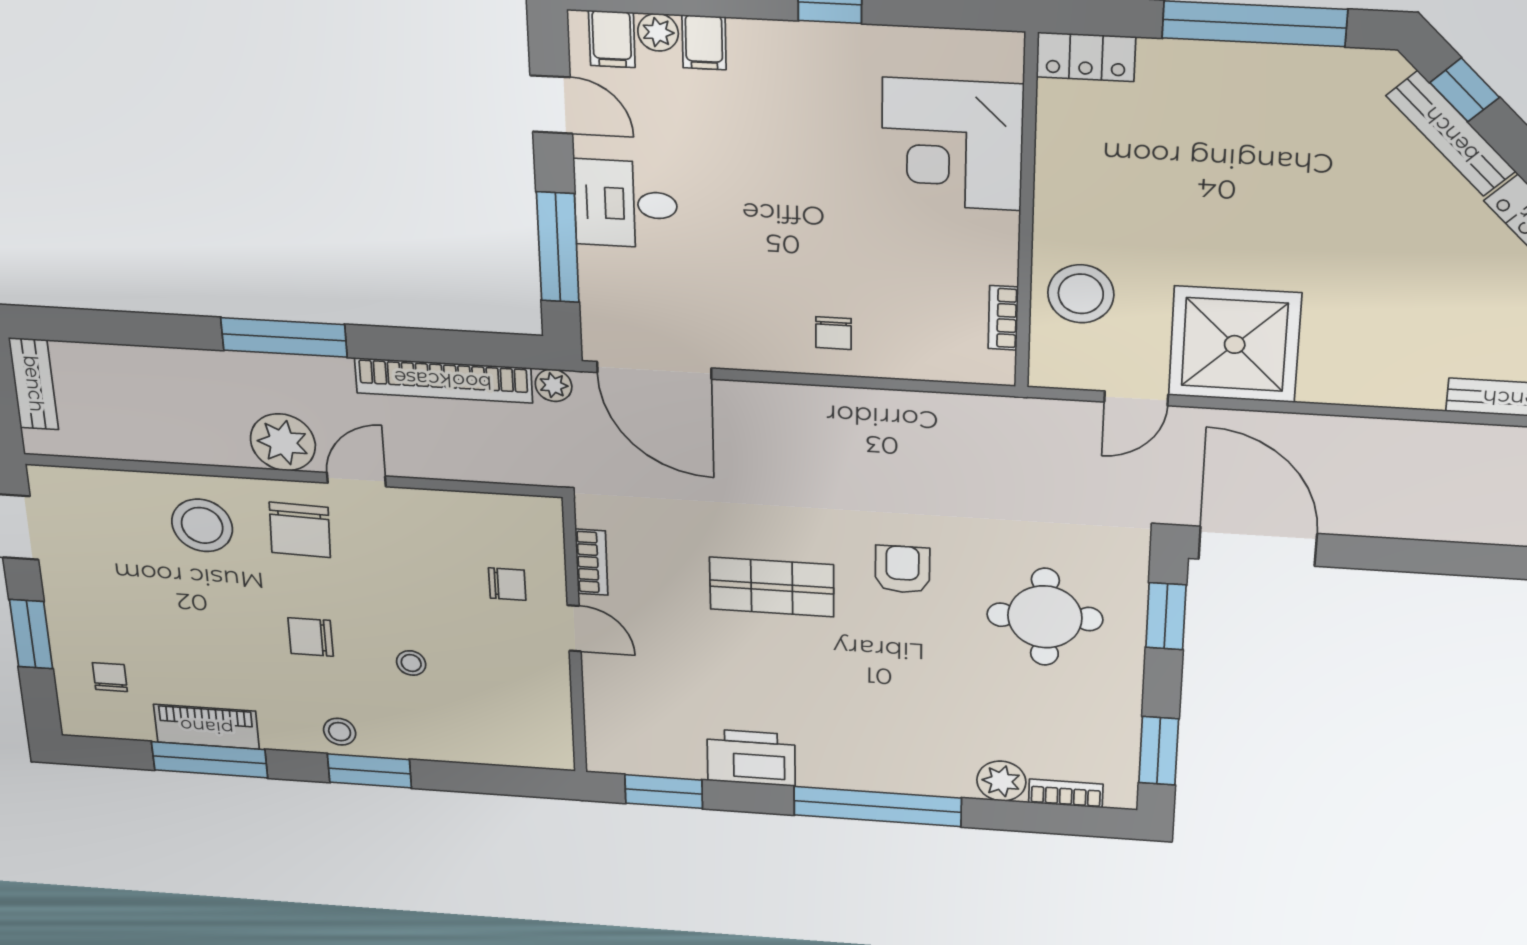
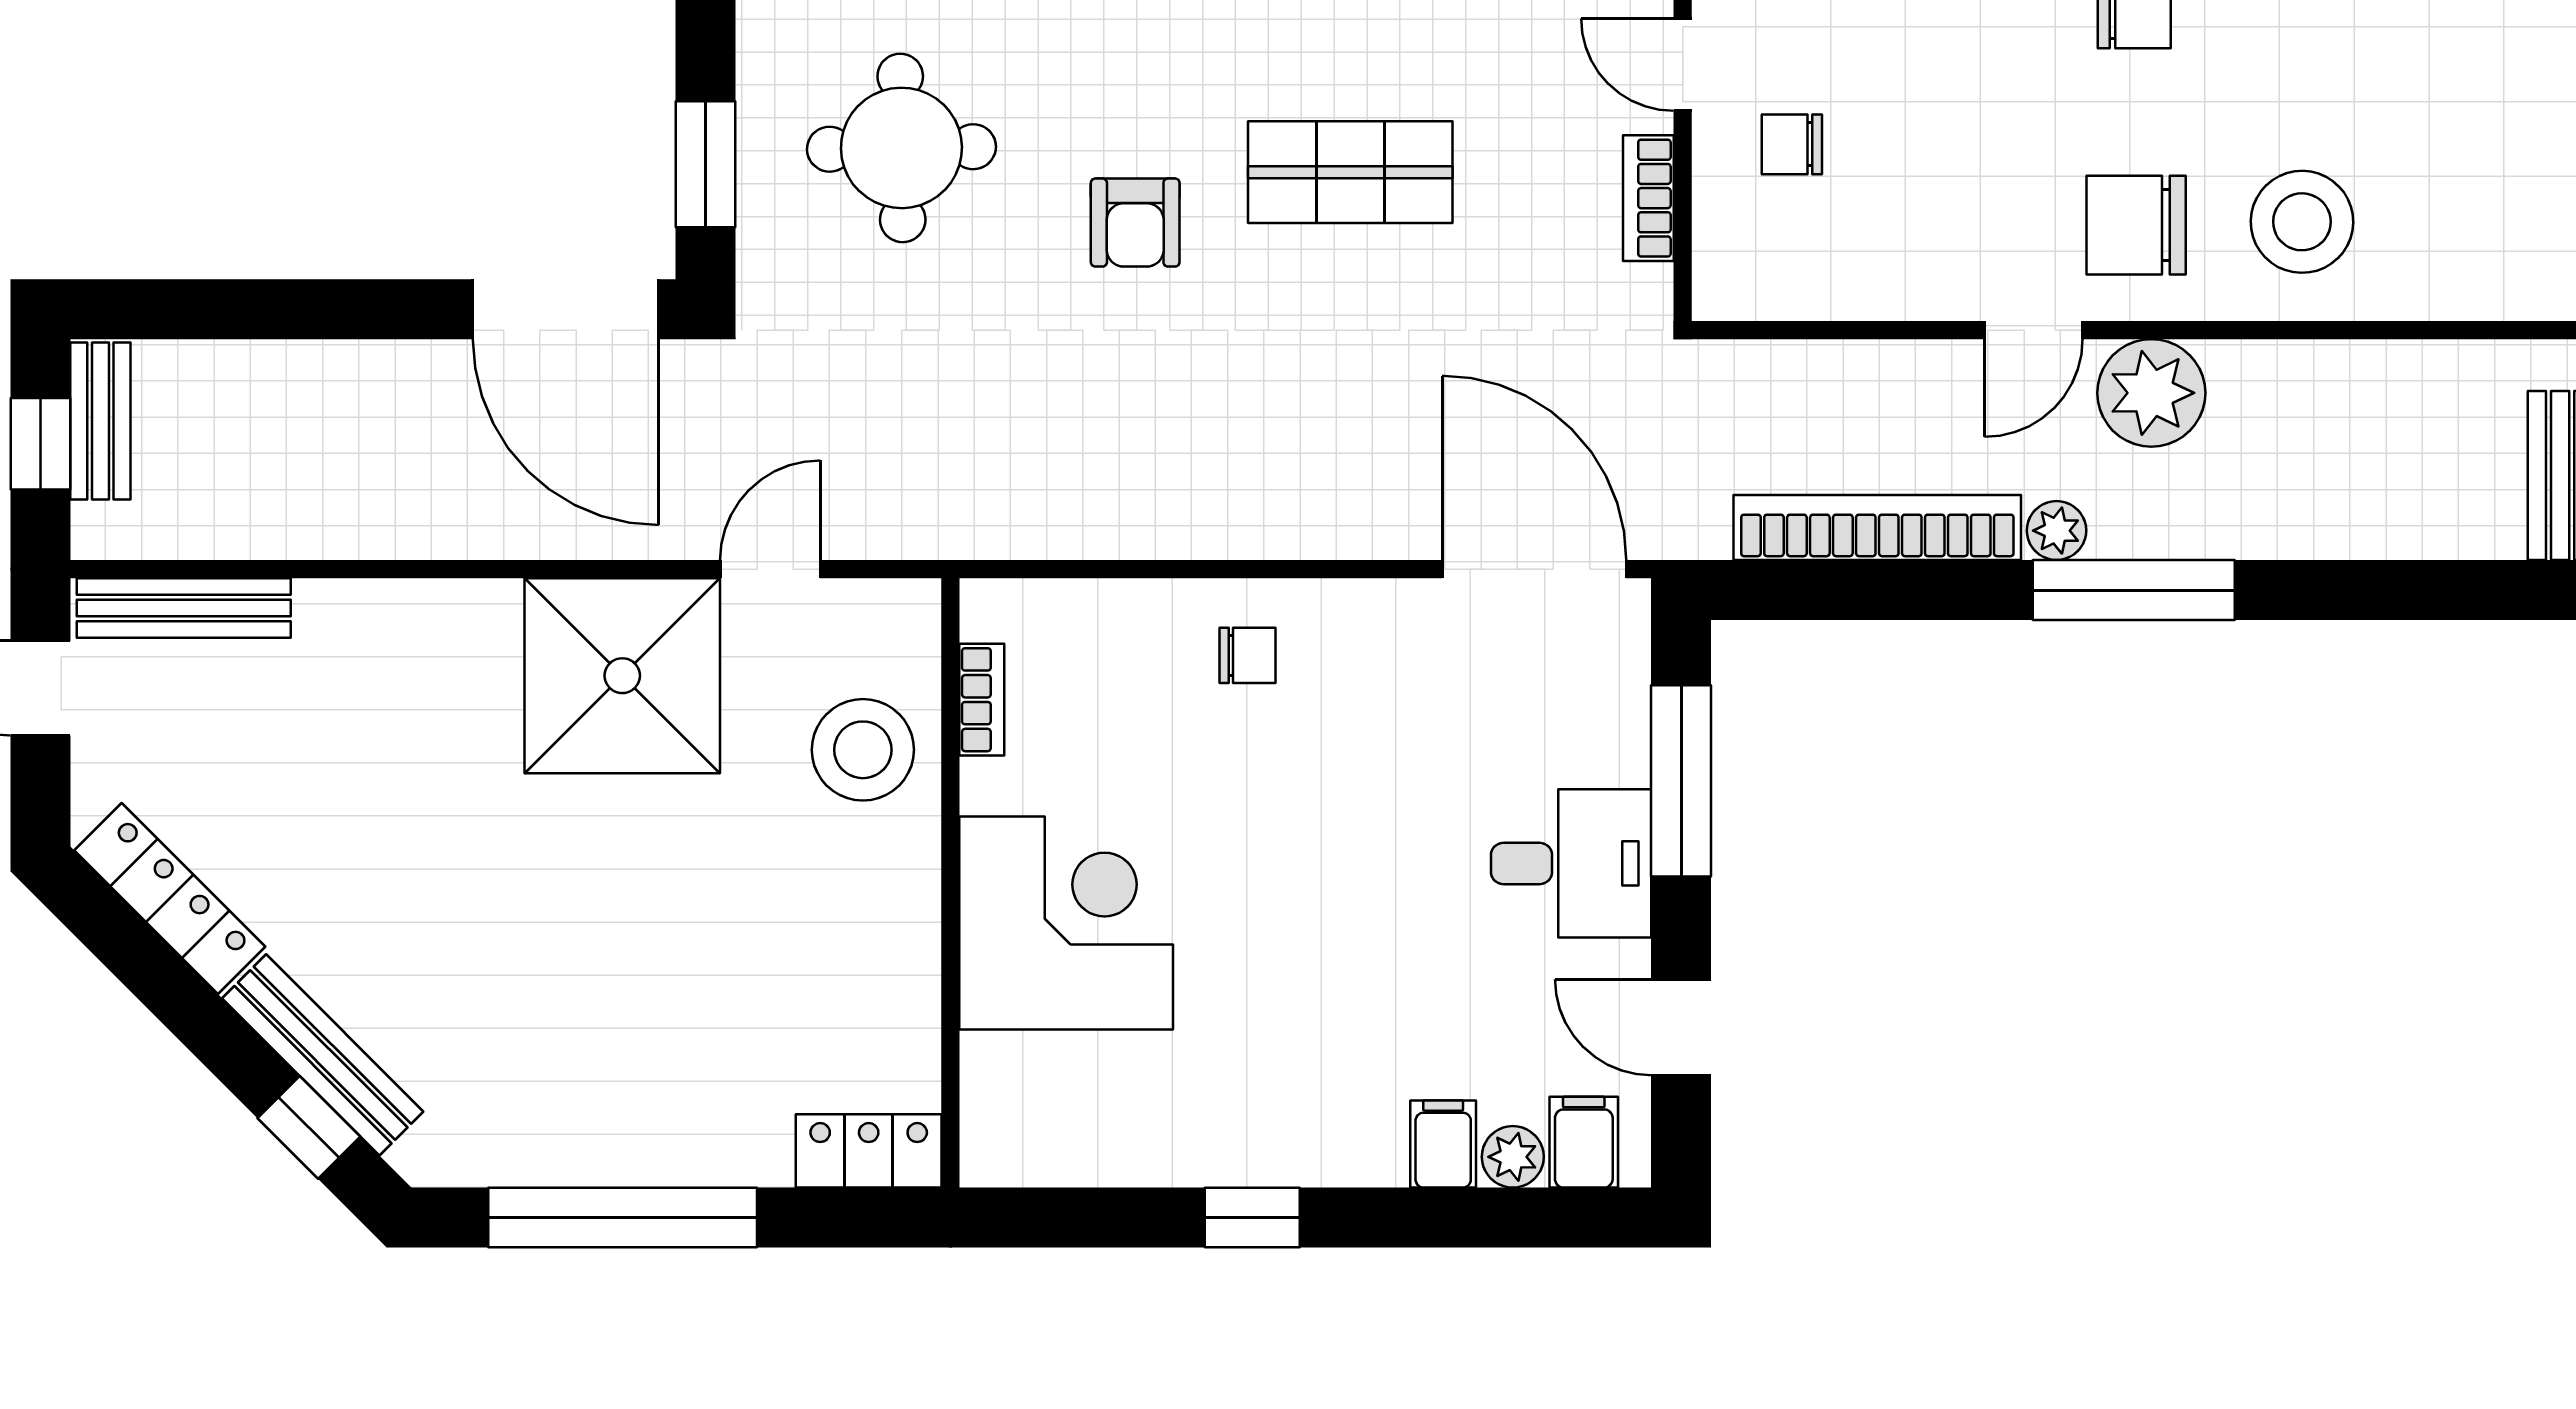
corner desk: (952, 144) -> (1066, 923), moved
chair: (834, 333) -> (1247, 655), turned 90
plant: (554, 385) -> (2057, 531), moved
chair: (300, 530) -> (2136, 225), turned -92

